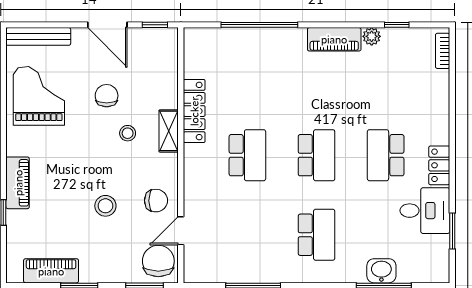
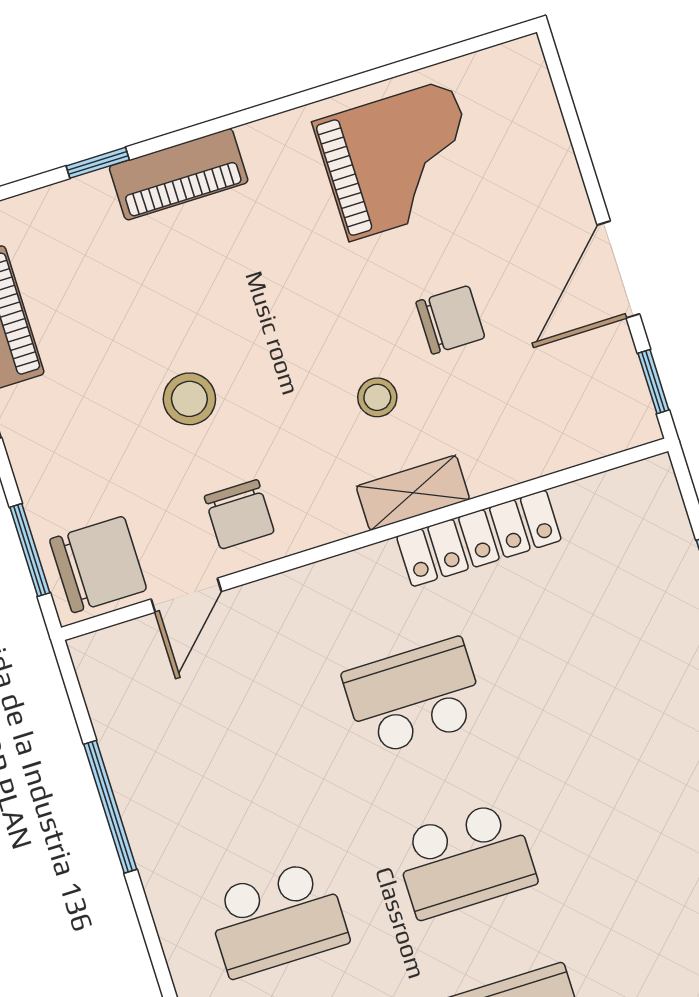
bench: (38, 36) -> (540, 115), removed
school desk: (247, 155) -> (414, 697), turned 180
door: (181, 231) -> (186, 595), swing flipped

